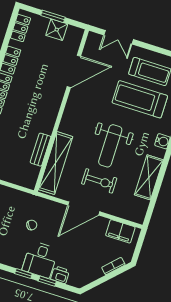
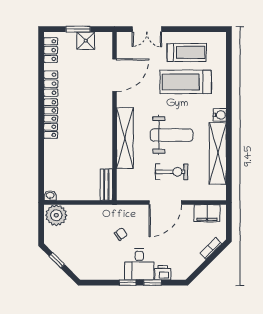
weight bench: (110, 146) -> (172, 135), turned -90
bench: (41, 150) -> (106, 185), moved
shelving: (56, 163) -> (125, 138), moved
shelving: (149, 177) -> (218, 153), width x1.47

